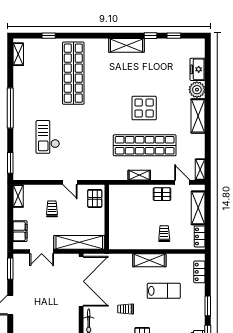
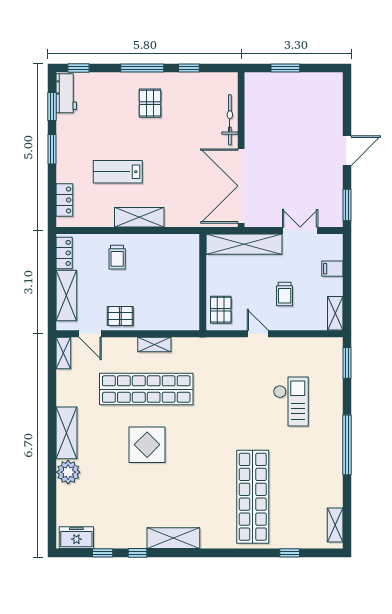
freezer: (198, 69) -> (76, 538), moved, turned -90
filing cabinet: (20, 231) -> (332, 269), width x0.50
trolley: (126, 309) -> (175, 145), removed

